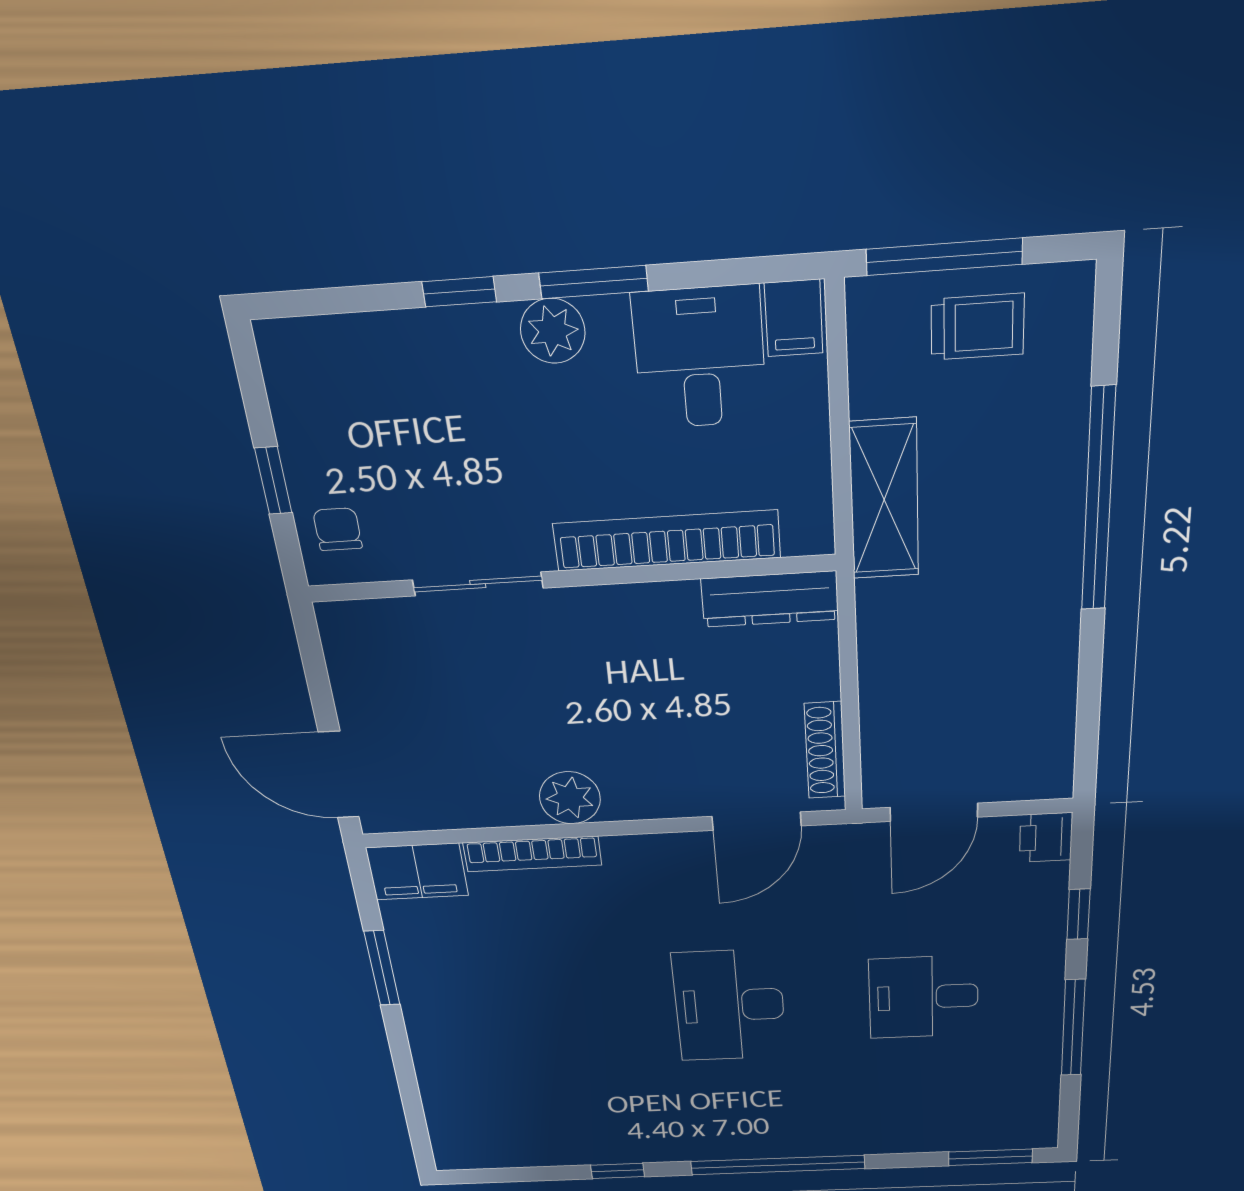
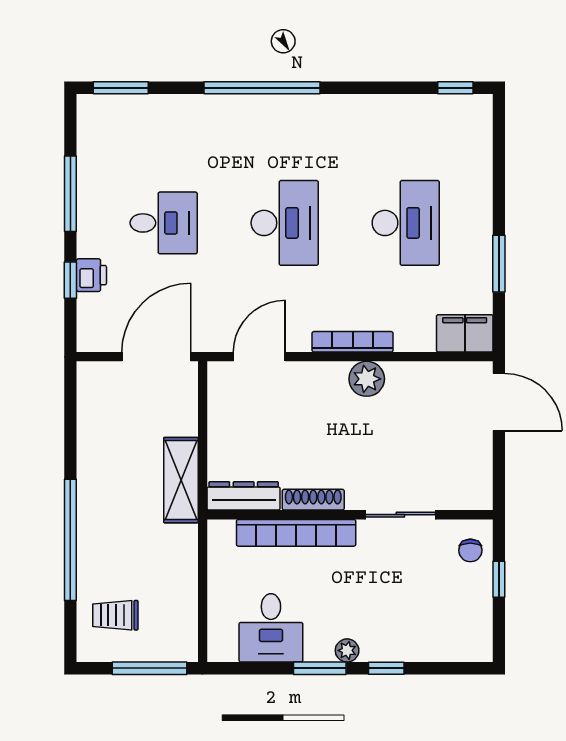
filing cabinet: (794, 318) -> (223, 644), removed
trolley: (977, 327) -> (115, 615), moved
plant: (553, 331) -> (347, 650), width x0.73, depth x0.73
shelving: (884, 500) -> (181, 480), moved
shoe rack: (825, 750) -> (313, 500), moved, turned -90
door: (934, 812) -> (156, 357), width x1.36
printer: (1046, 837) -> (91, 275), moved
bookcase: (532, 854) -> (353, 342), moved
desk: (539, 1014) -> (406, 223), added
window: (618, 1171) -> (455, 88), moved

